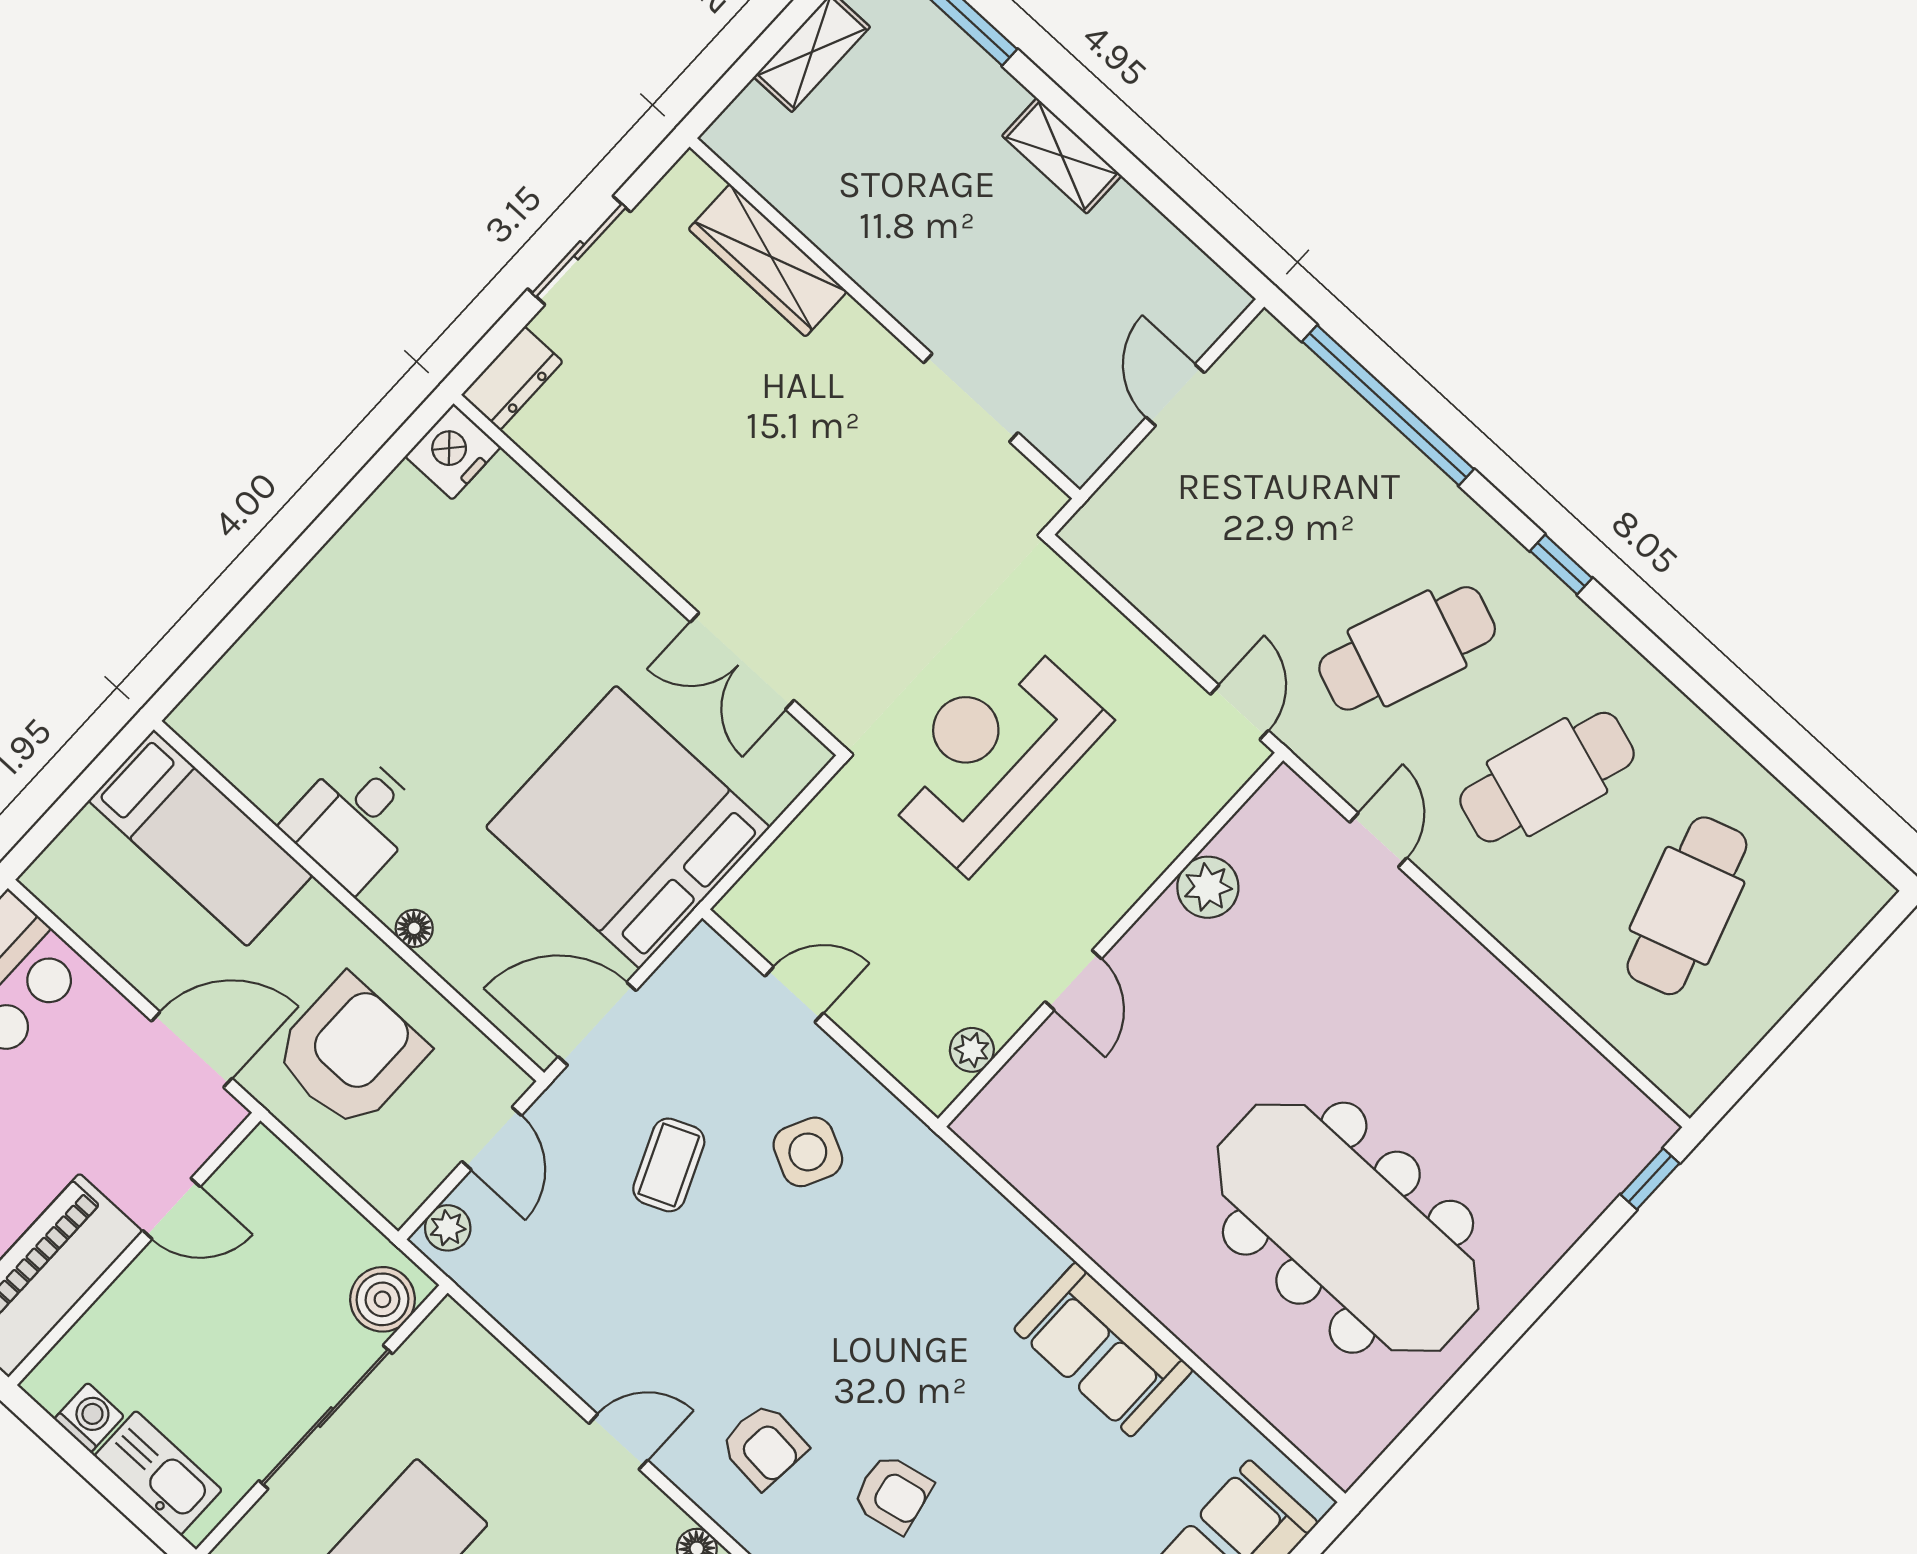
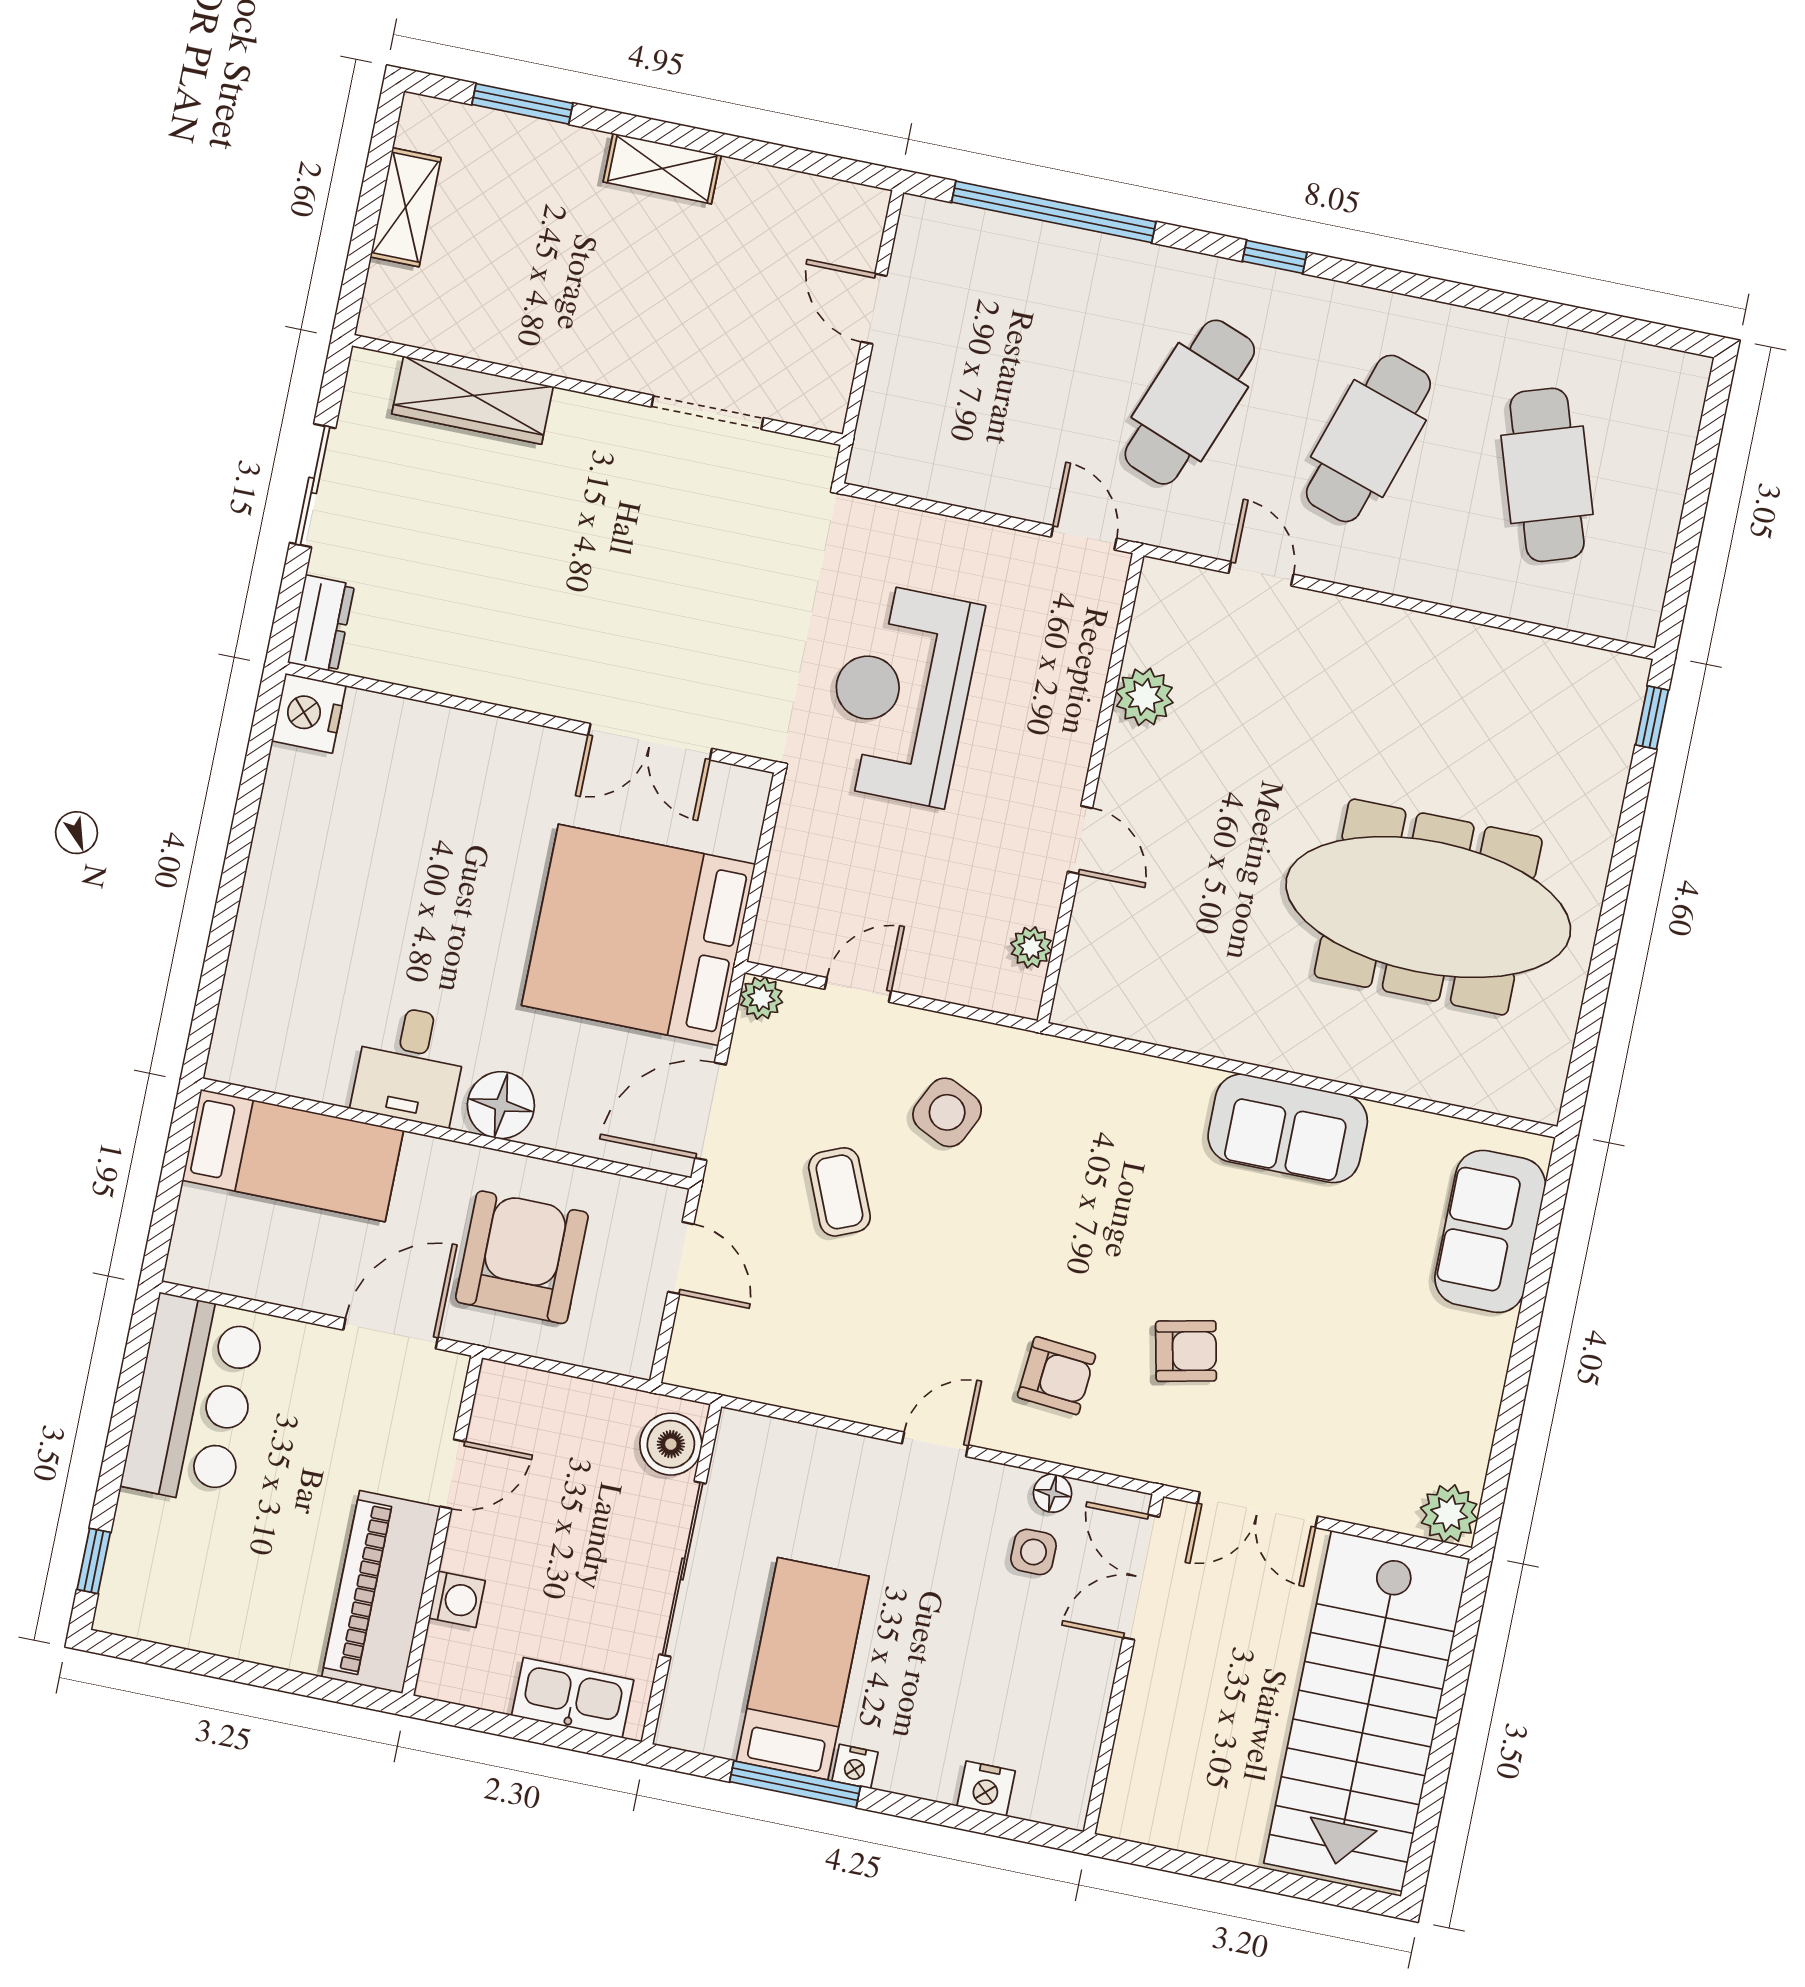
floor lamp: (414, 928) -> (501, 1105), width x1.89, depth x1.89
plant: (448, 1228) -> (761, 998), moved
washing machine: (89, 1418) -> (457, 1599), moved, turned 90

